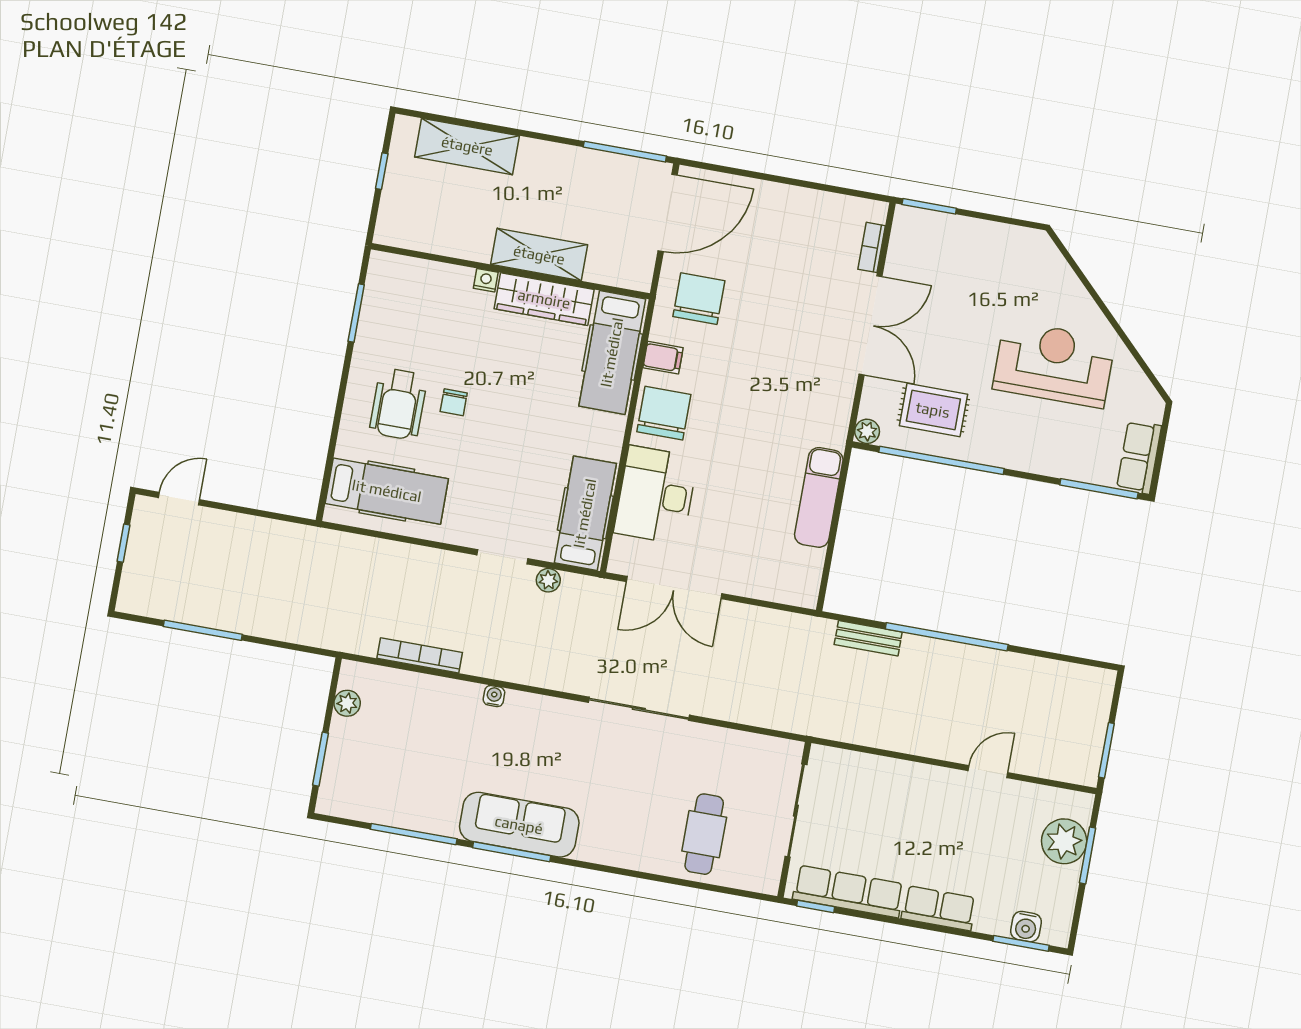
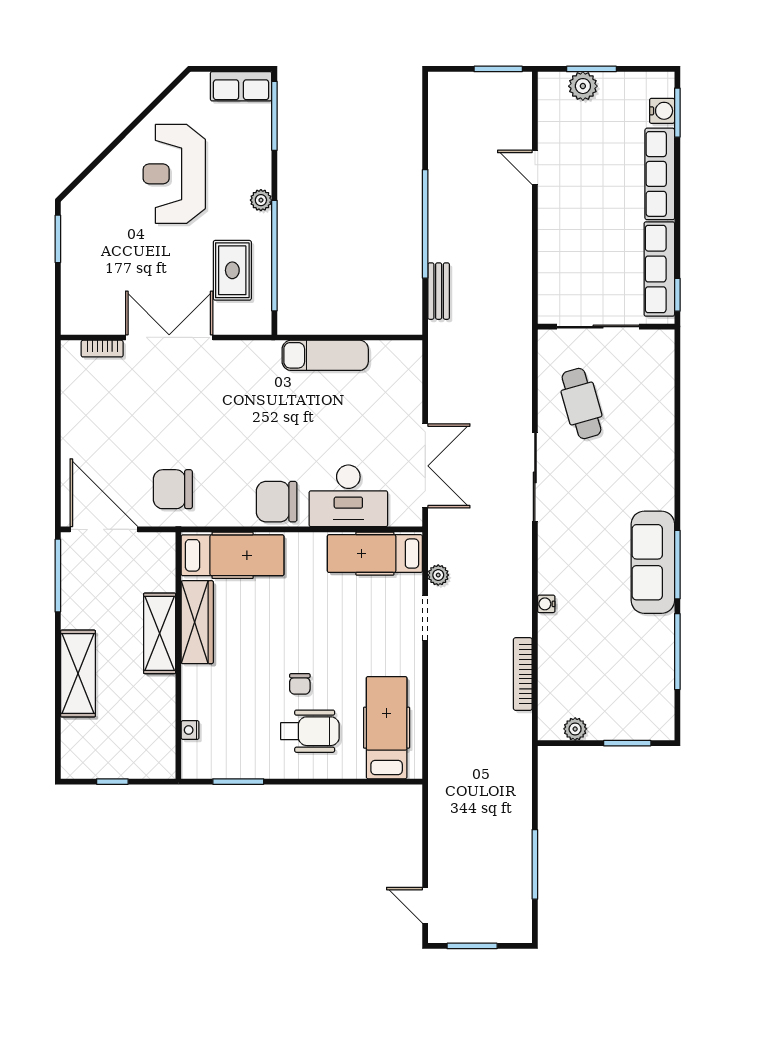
shelving: (467, 146) -> (78, 674), moved
window: (929, 206) -> (58, 239), moved
nightstand: (486, 280) -> (190, 730), moved
filing cabinet: (663, 358) -> (229, 511), removed
chair: (454, 402) -> (300, 684), turned 90
plant: (867, 431) -> (261, 200), moved
window: (124, 543) -> (472, 946), width x1.50
cafe table: (704, 834) -> (581, 404), moved, turned 74
plant: (1064, 841) -> (583, 86), width x0.73, depth x0.73
row of seats: (939, 908) -> (660, 174), width x1.48

